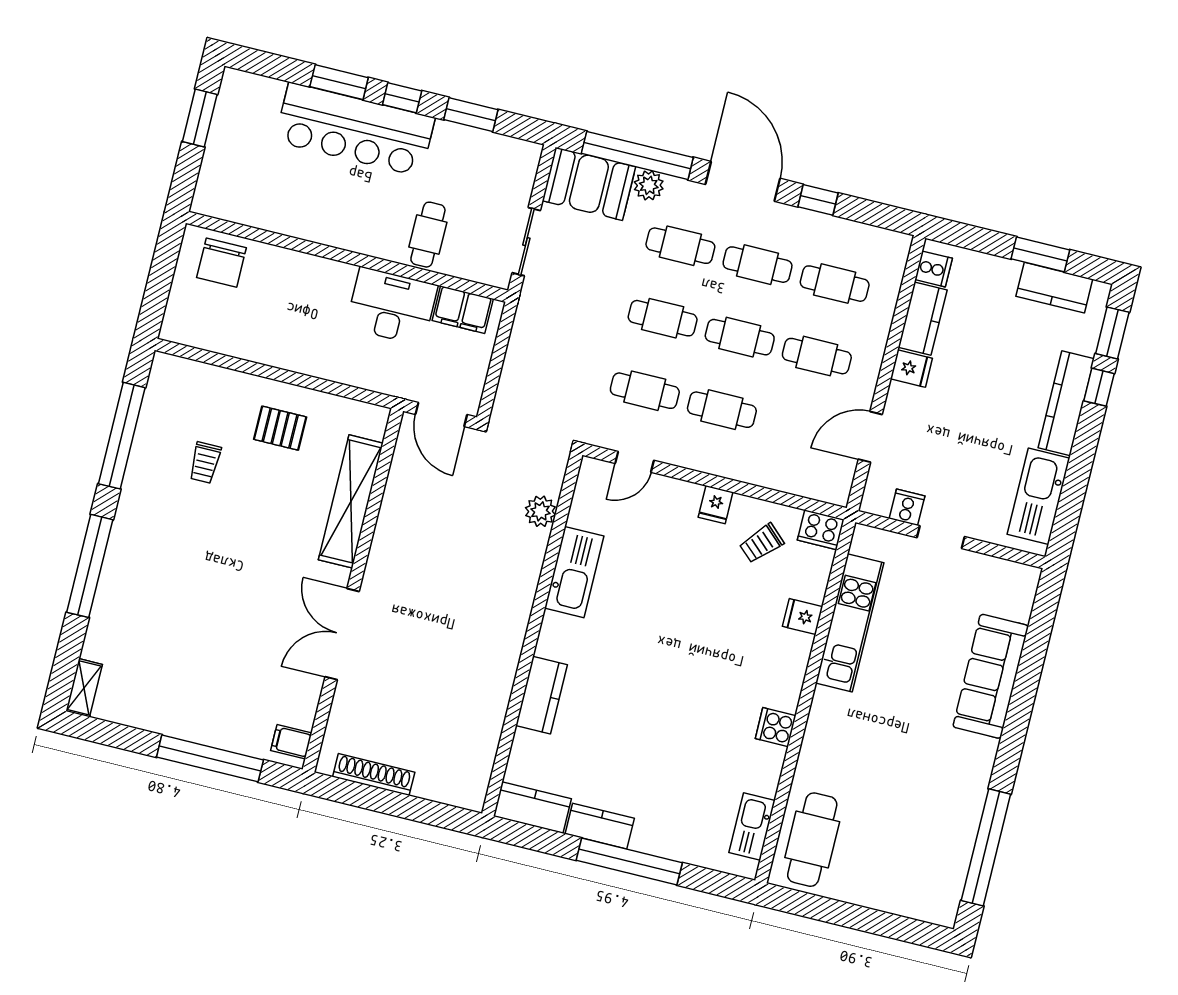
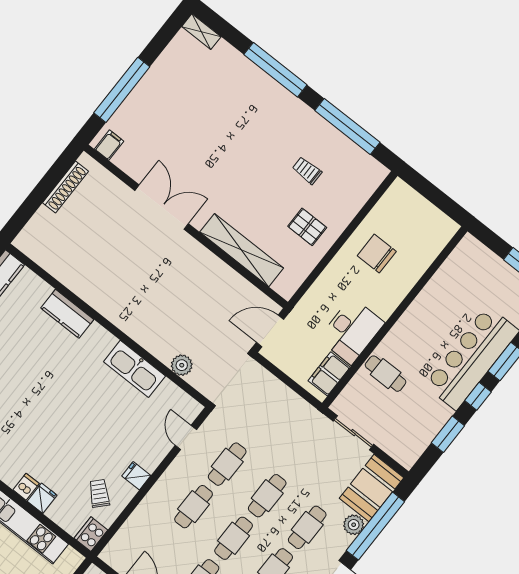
chair: (222, 263) -> (377, 254), moved
pallet: (280, 428) -> (307, 227), turned 90
dishwasher: (797, 645) -> (26, 487), added

